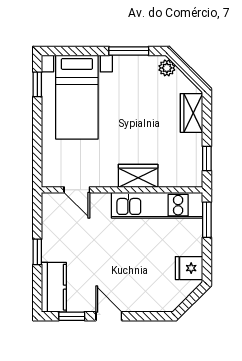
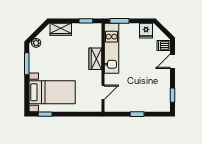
kitchen counter: (54, 287) -> (157, 105), removed
dishwasher: (162, 300) -> (164, 45), added
door: (109, 316) -> (173, 61), moved

